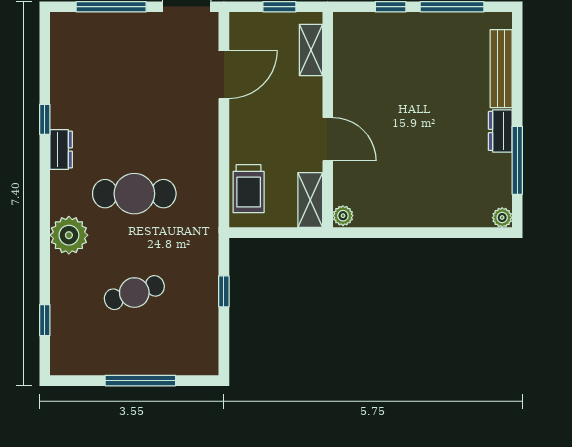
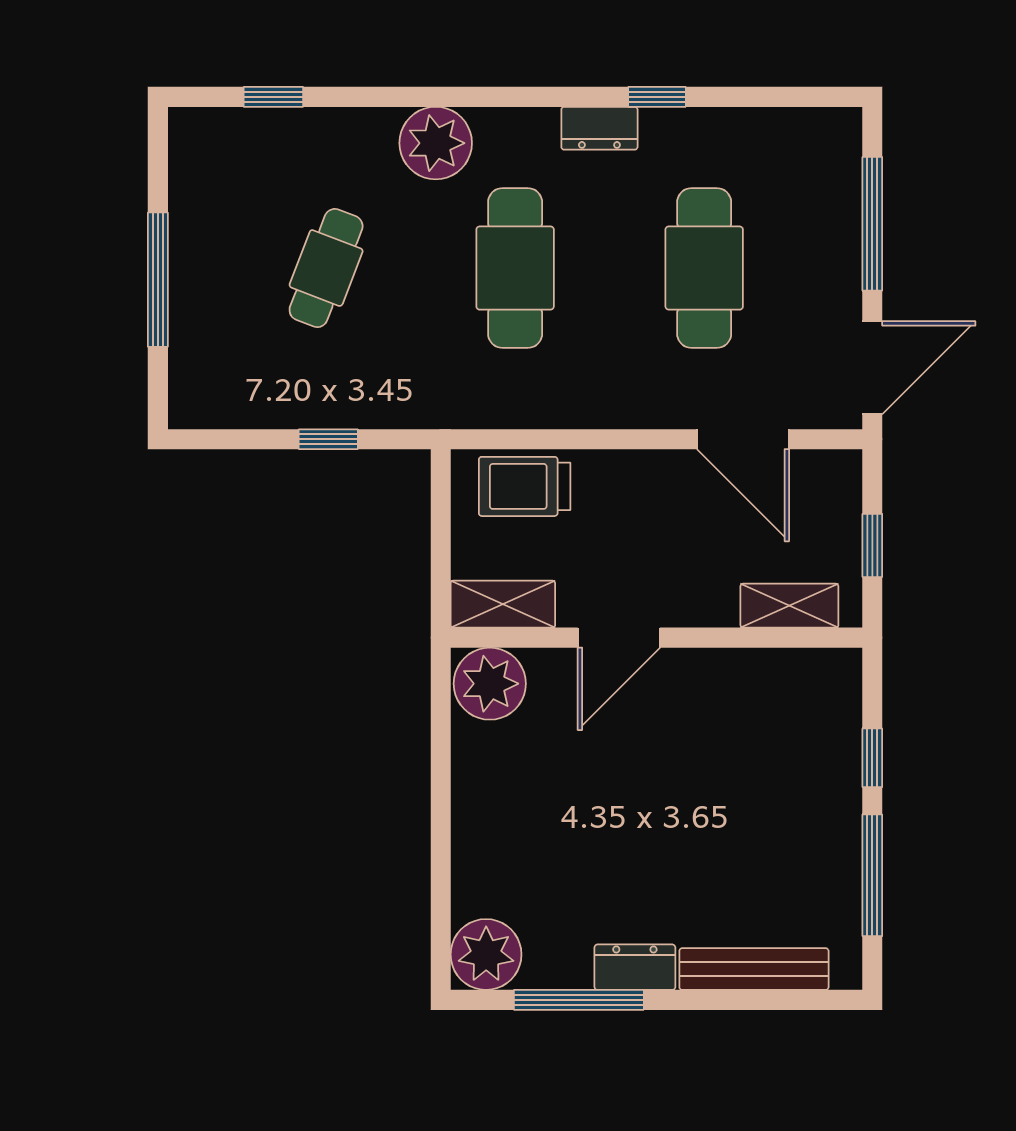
cafe table: (134, 95) -> (704, 268), added
plant: (343, 216) -> (490, 684), width x1.88, depth x1.88
plant: (502, 218) -> (486, 954), width x1.88, depth x1.88
cafe table: (134, 293) -> (326, 268), turned 39

